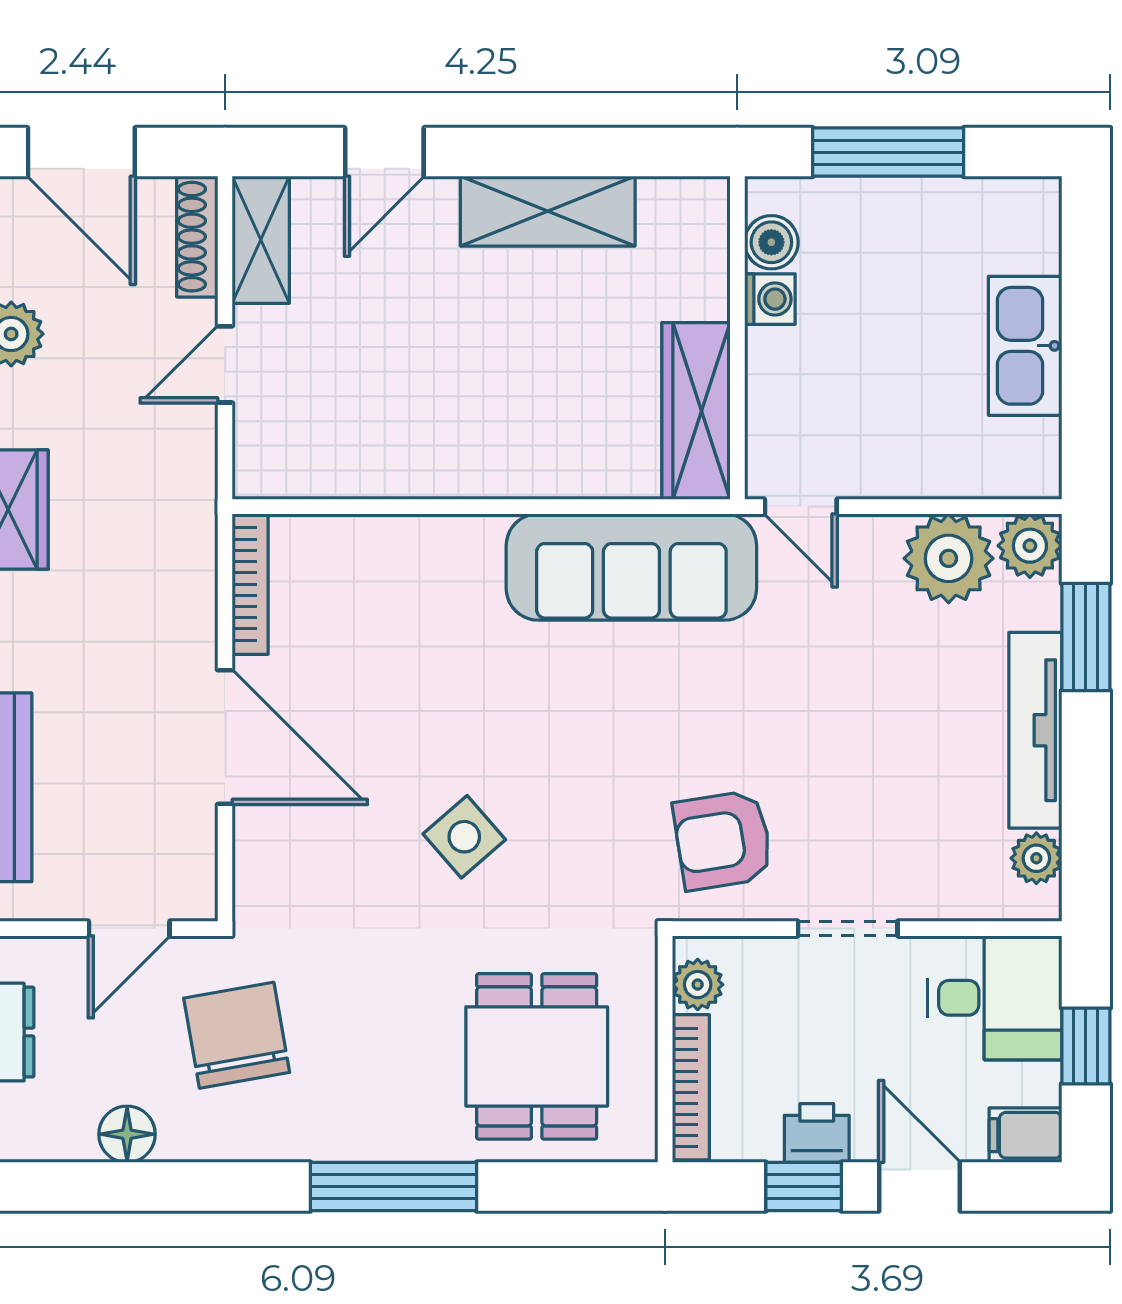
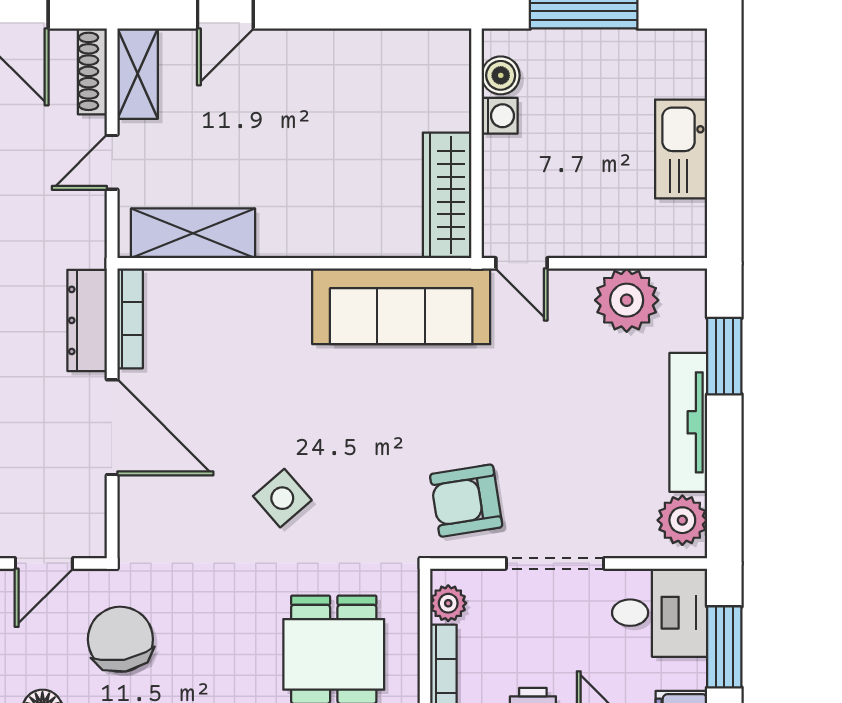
shelving: (548, 211) -> (193, 233), moved
plant: (1030, 546) -> (684, 291), removed
dresser: (190, 587) -> (87, 320), added
plant: (1036, 858) -> (682, 520), width x1.38, depth x1.38
doorway: (848, 929) -> (555, 563), width x1.38
window: (1086, 1046) -> (724, 647), width x1.50

